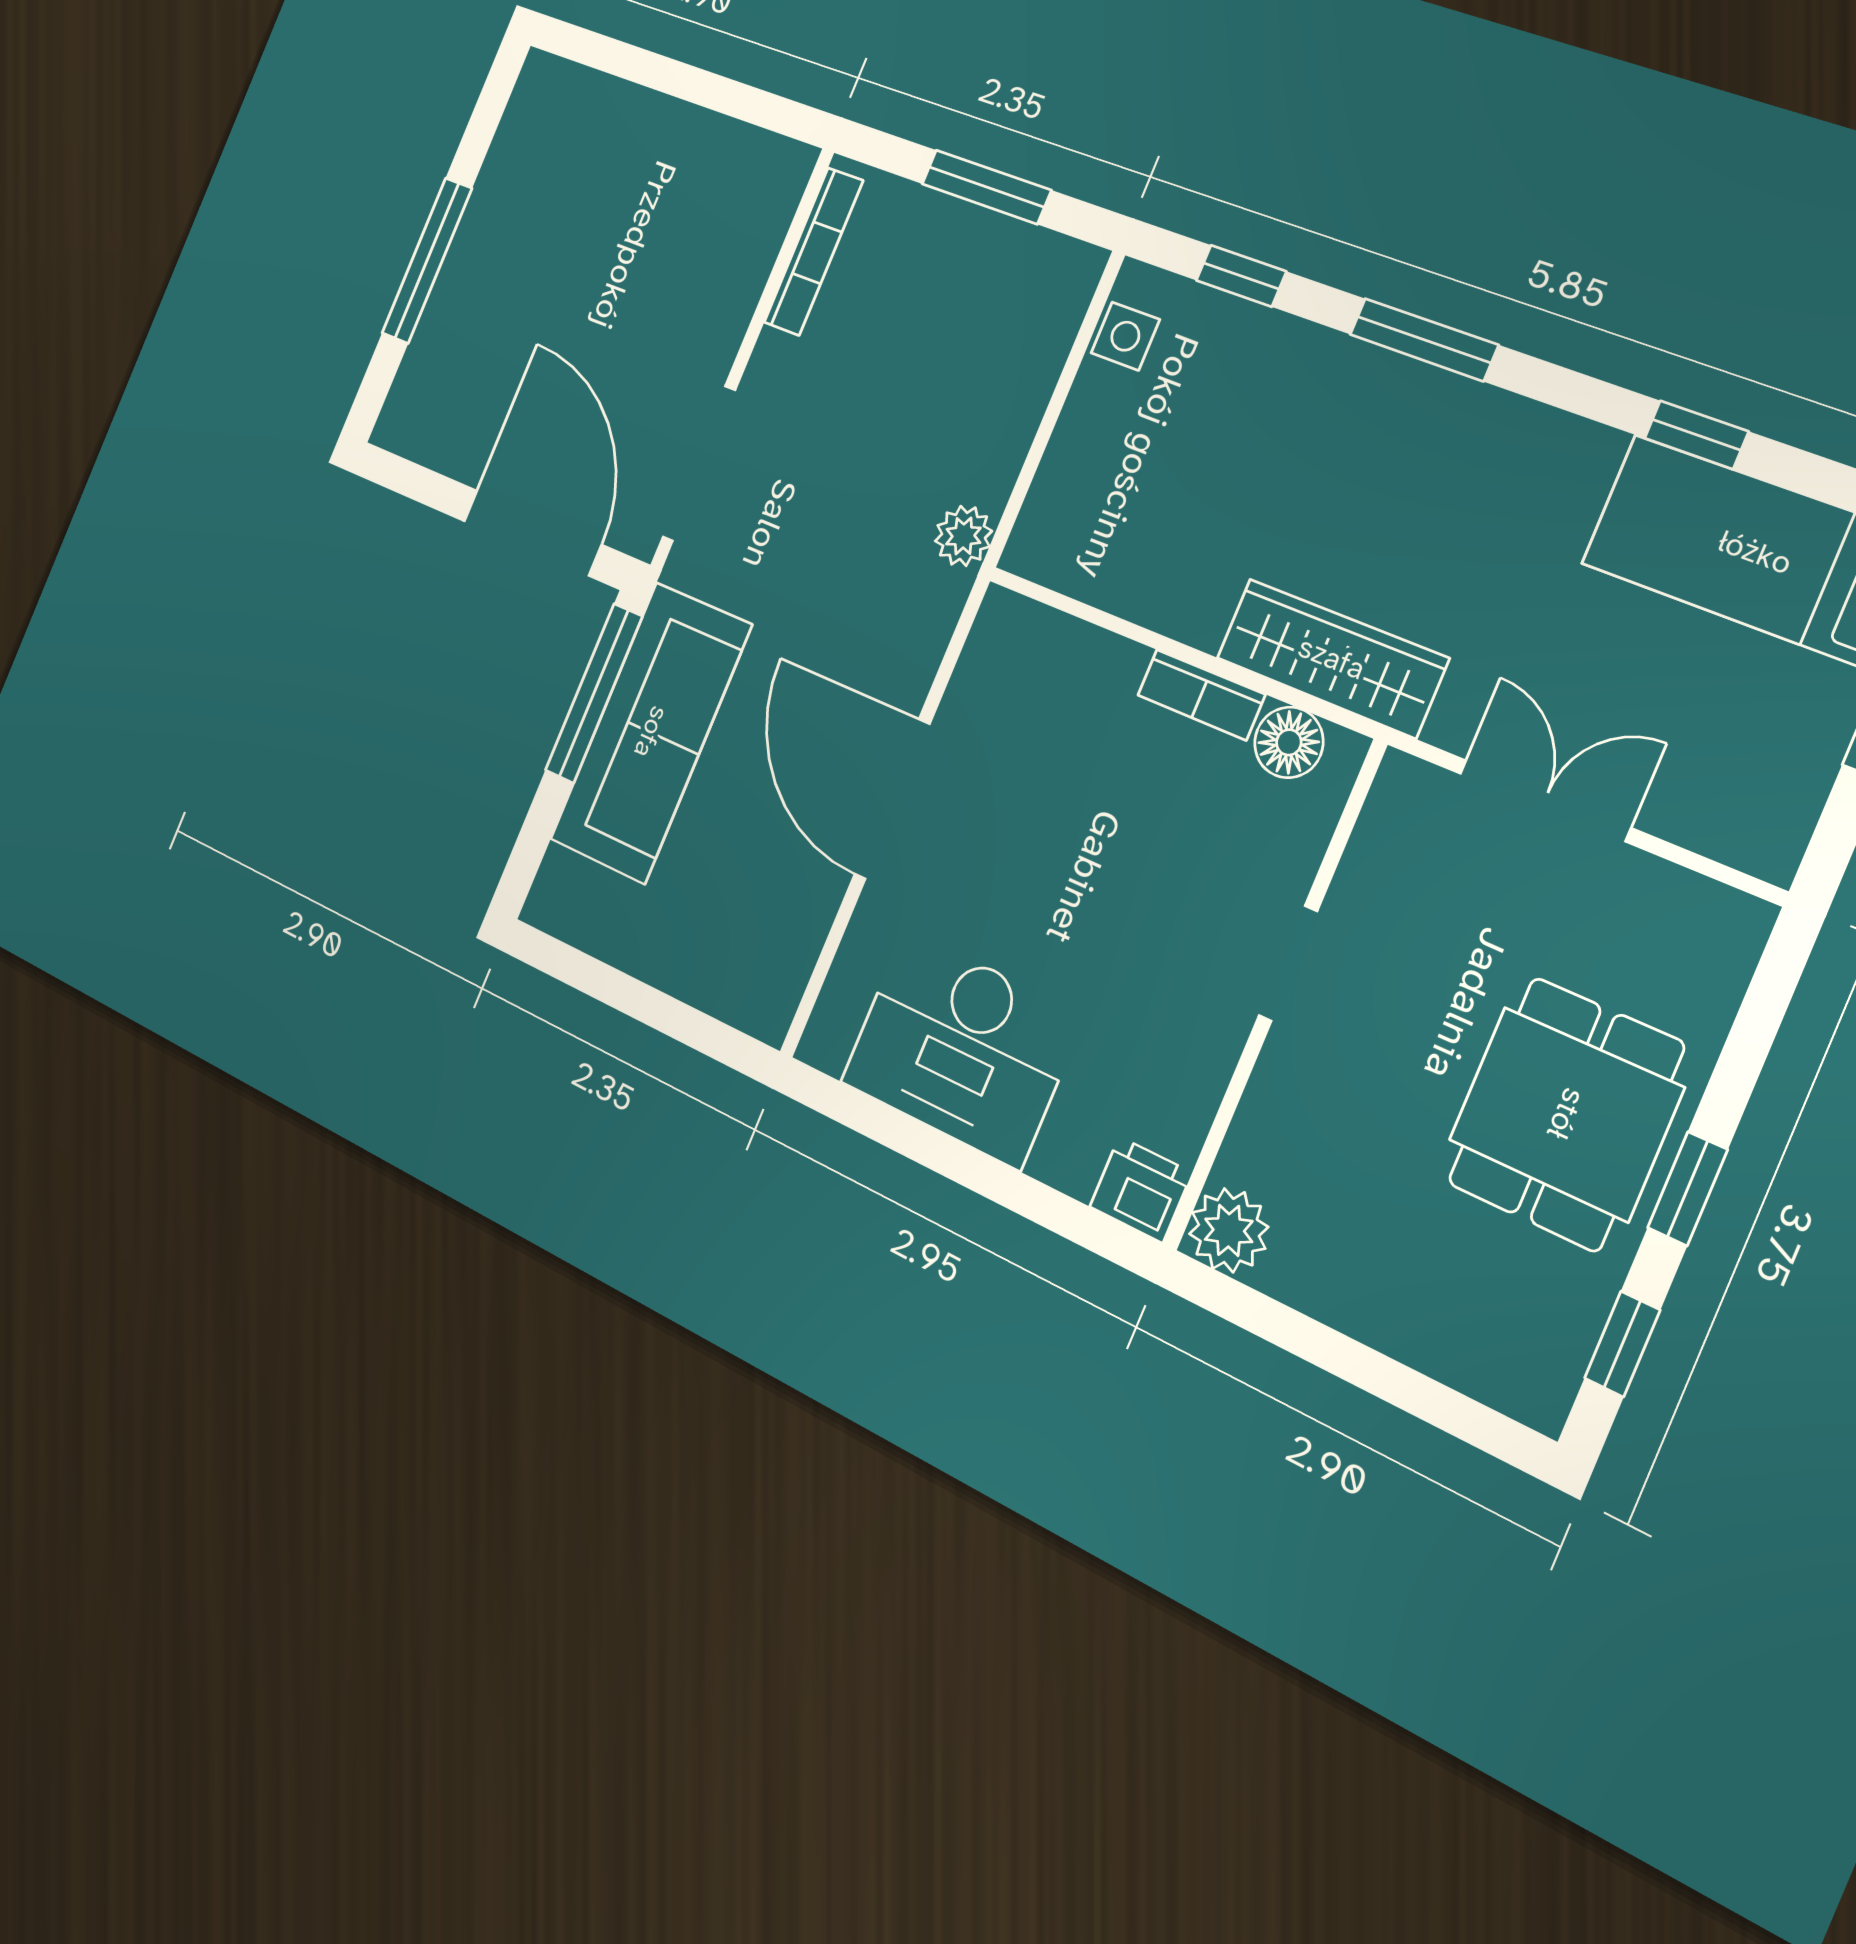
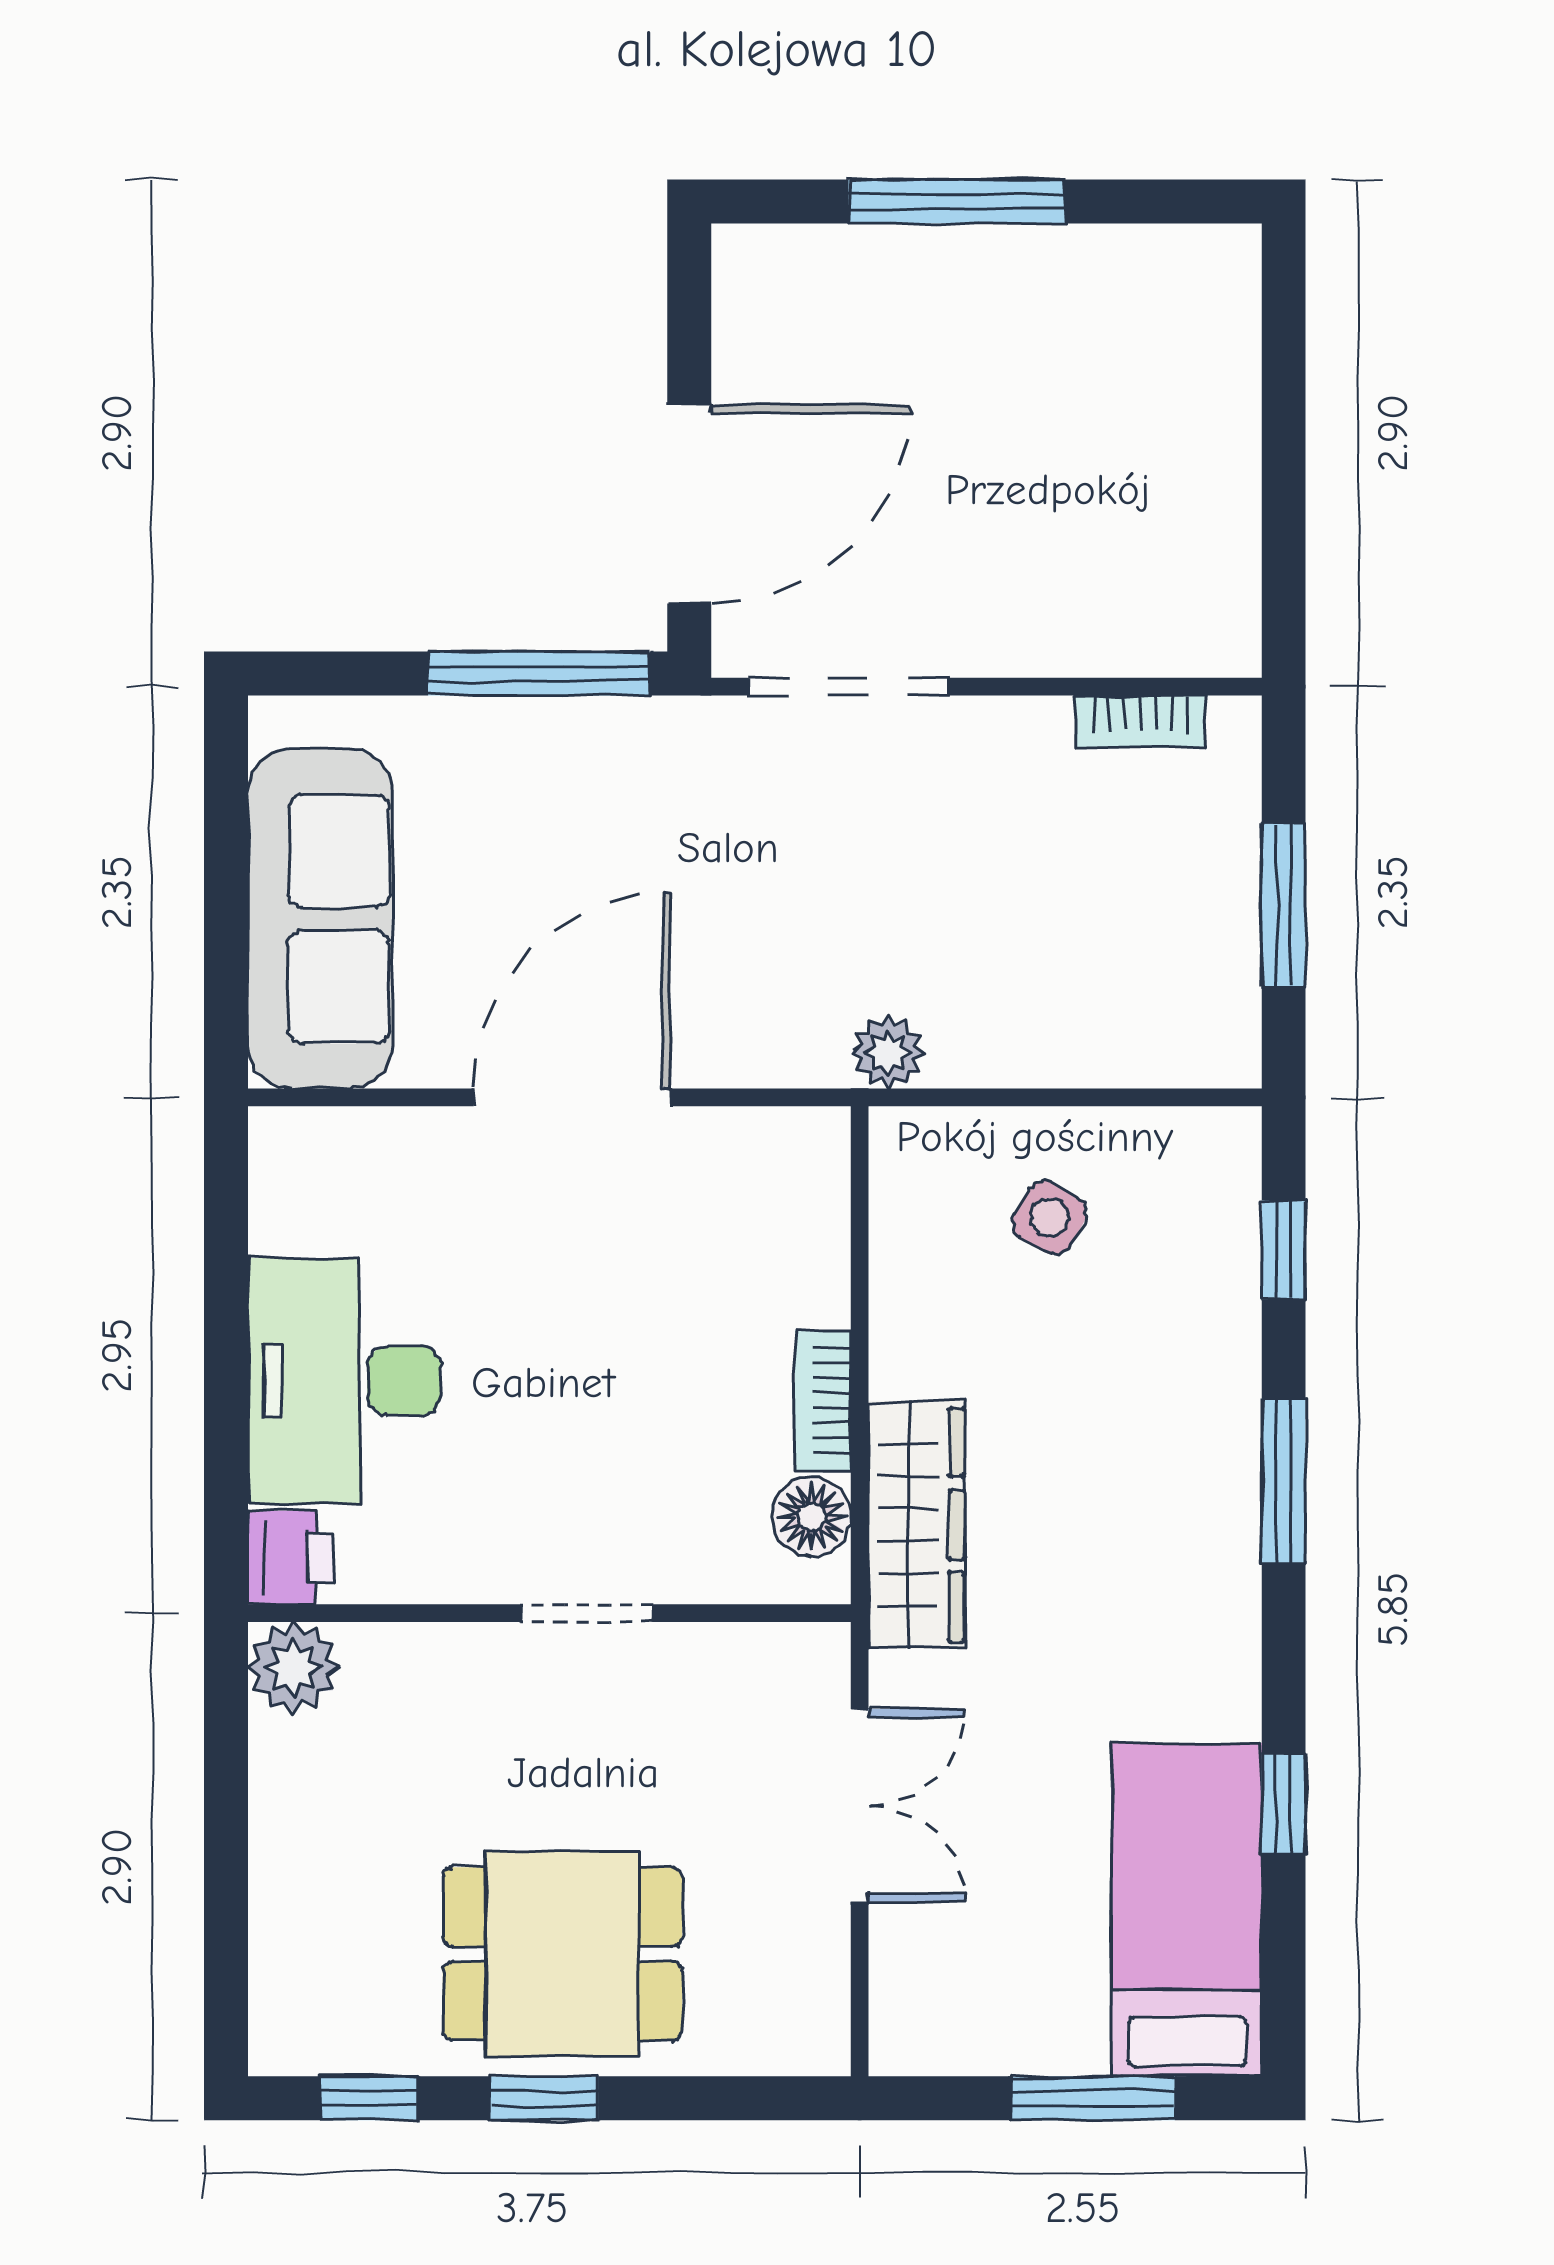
bookcase: (814, 252) -> (1140, 721), width x0.64
side table: (1125, 336) -> (1049, 1218), moved, turned 31
sofa: (651, 732) -> (320, 919), moved, turned -90
desk: (962, 1048) -> (344, 1381), moved

